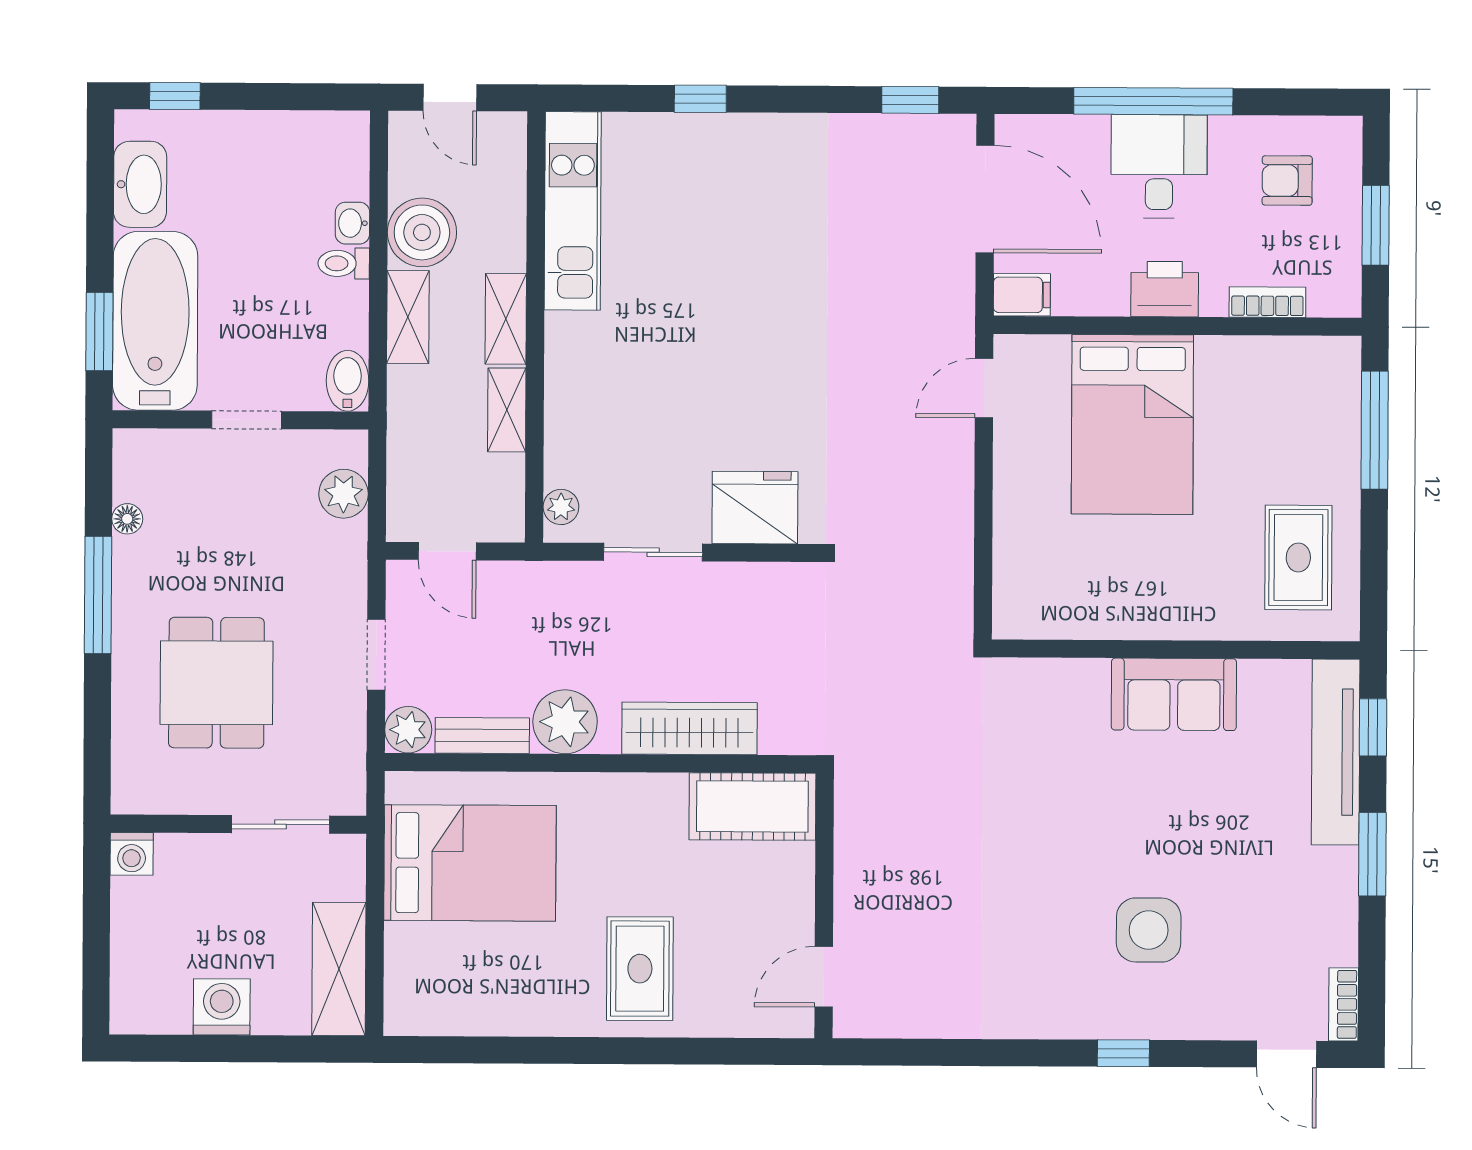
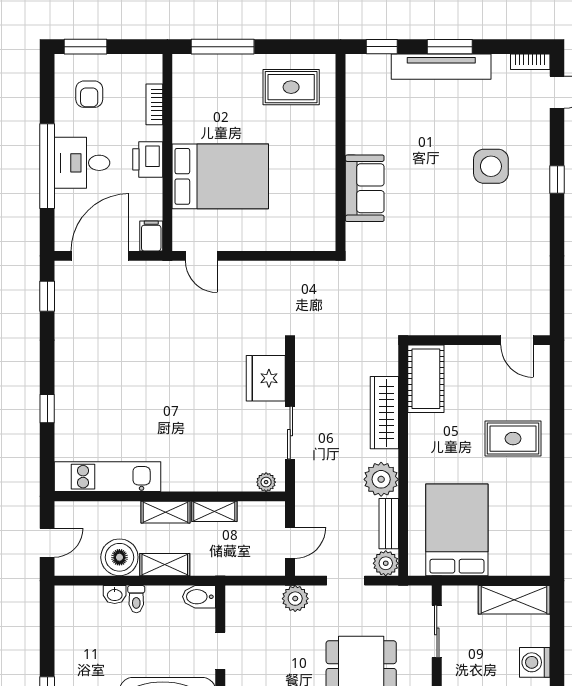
window: (1376, 225) -> (86, 47), moved
plant: (344, 494) -> (295, 599), moved
sofa: (1174, 694) -> (365, 188), moved
tv unit: (1336, 752) -> (441, 67), moved

